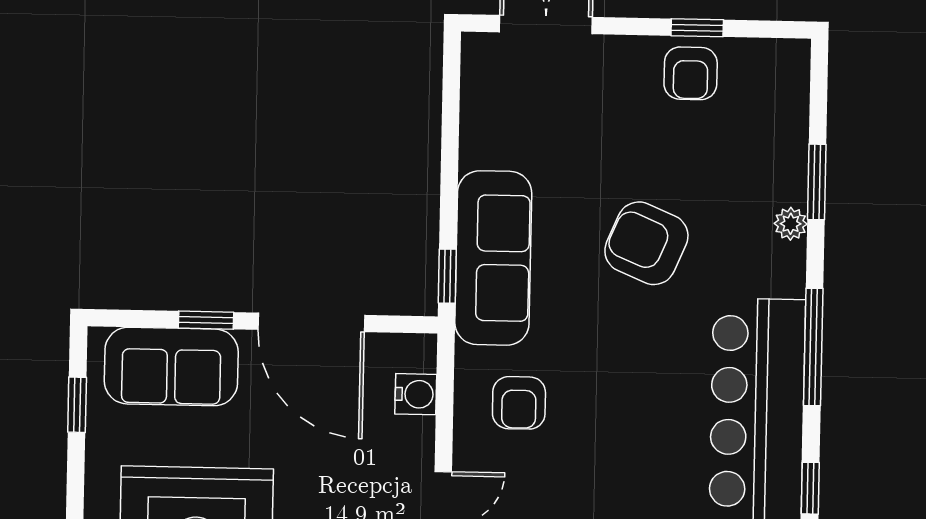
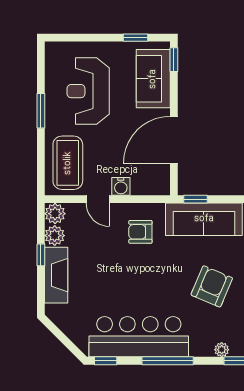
window: (206, 320) -> (174, 60), moved
water cooler: (416, 394) -> (121, 186), moved

